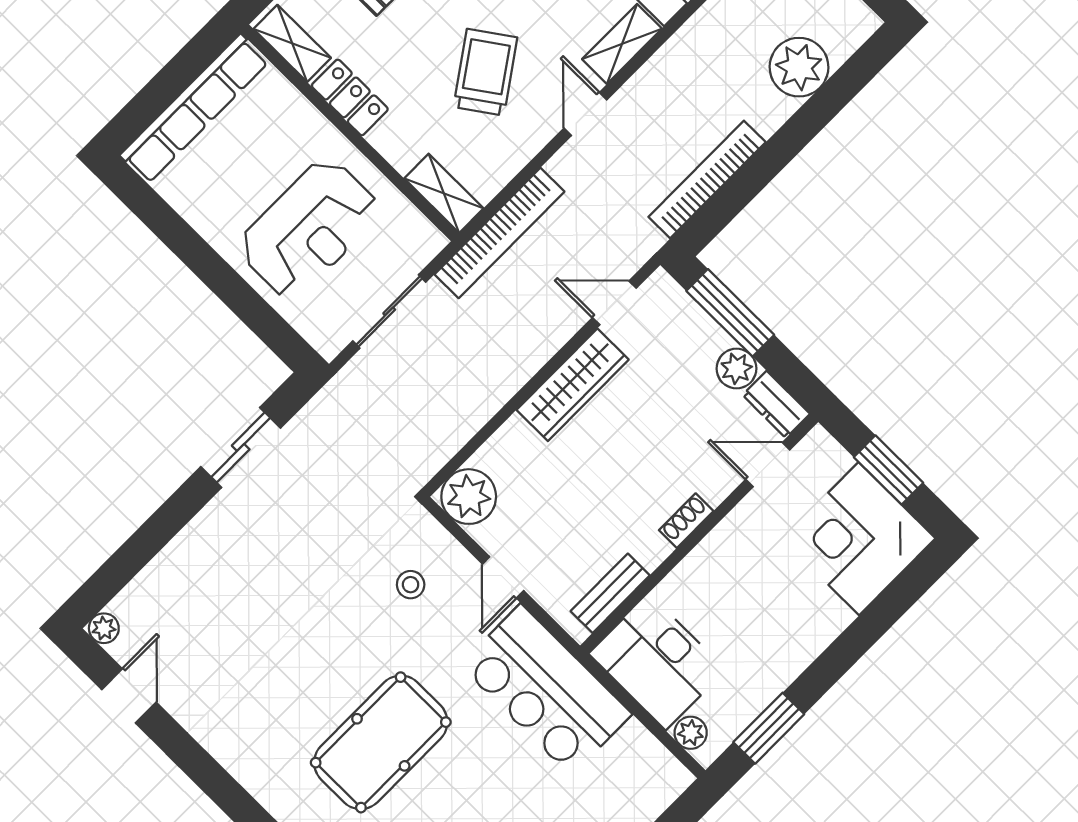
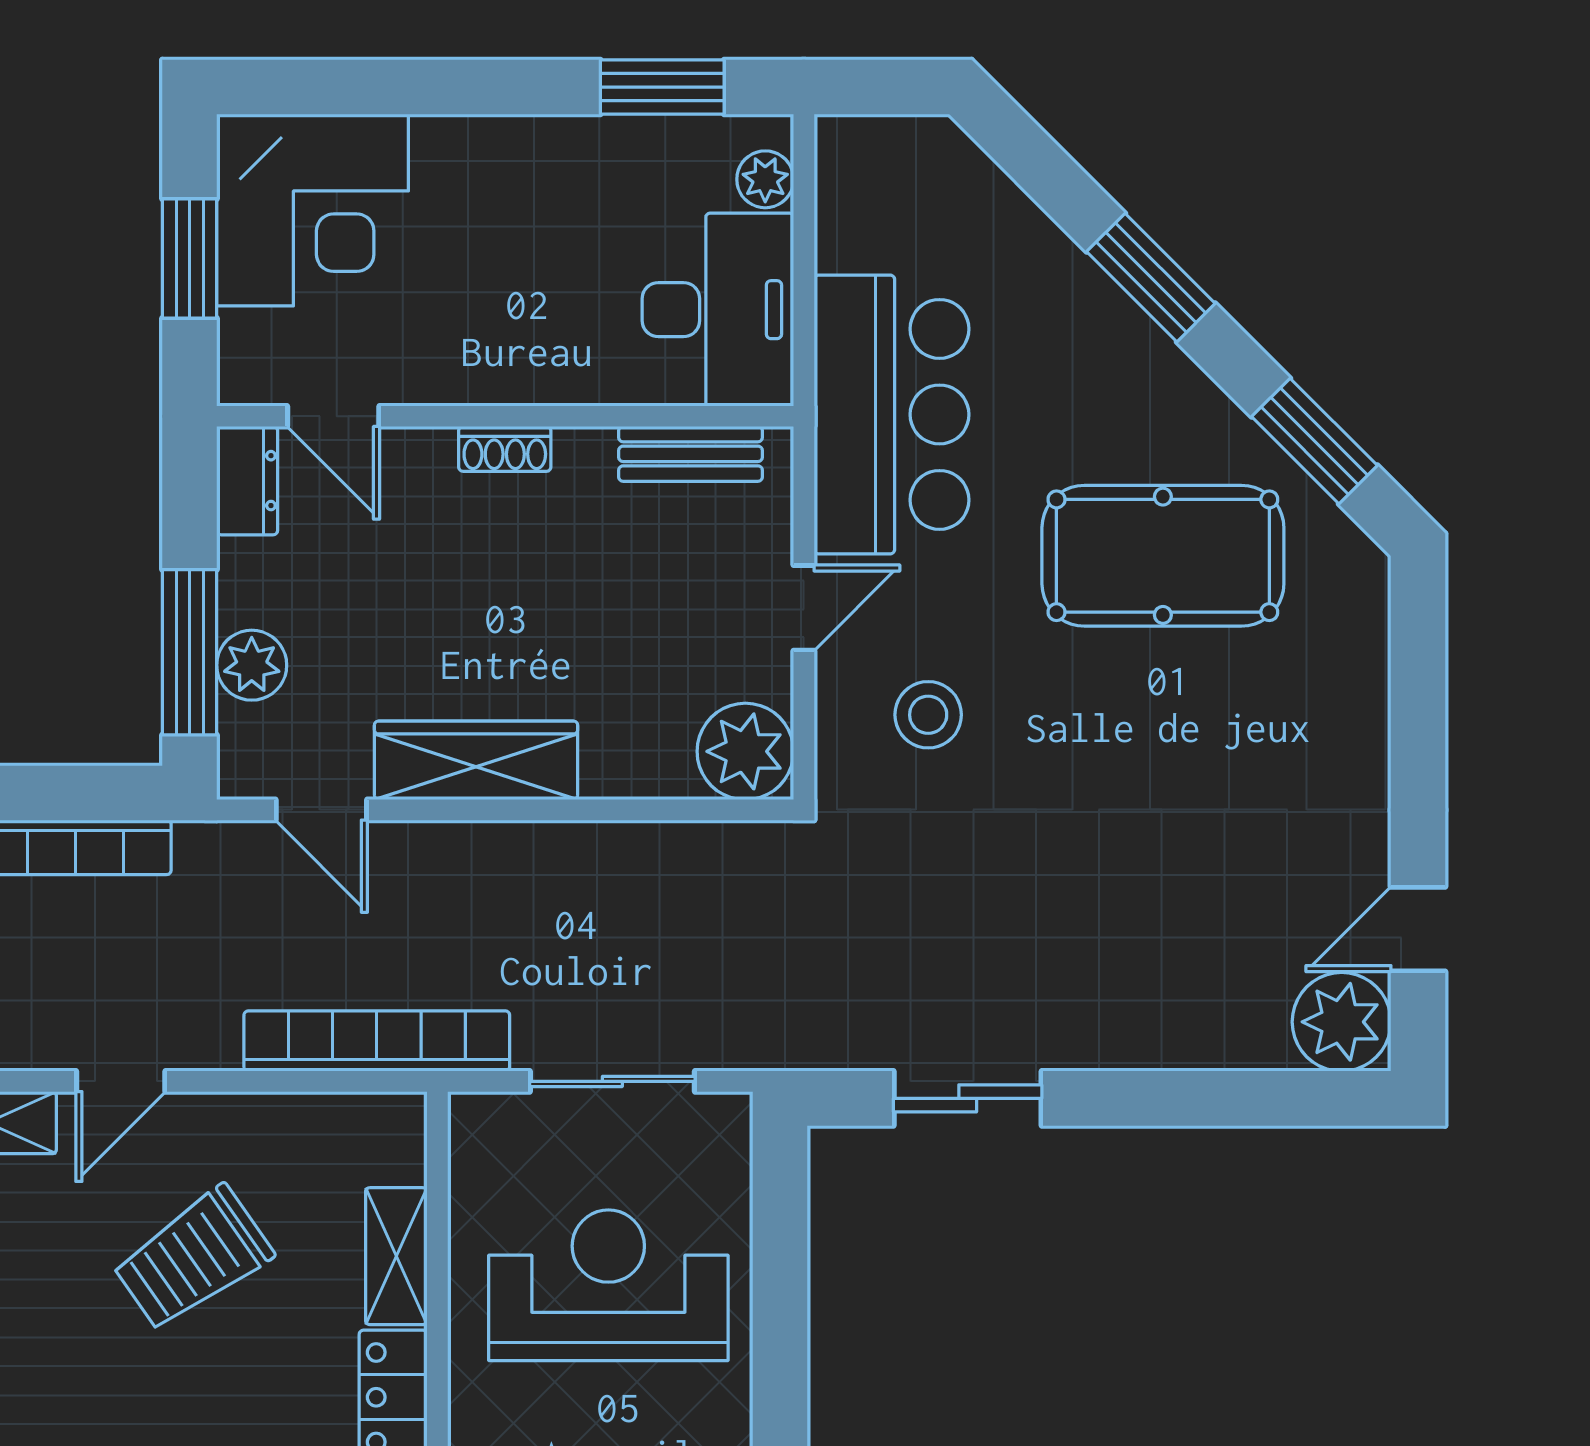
shelving: (444, 193) -> (396, 1256), moved
plant: (736, 369) -> (252, 665), moved
stool: (411, 585) -> (928, 715), width x1.37, depth x1.37
plant: (104, 628) -> (1342, 1022), width x1.88, depth x1.88

